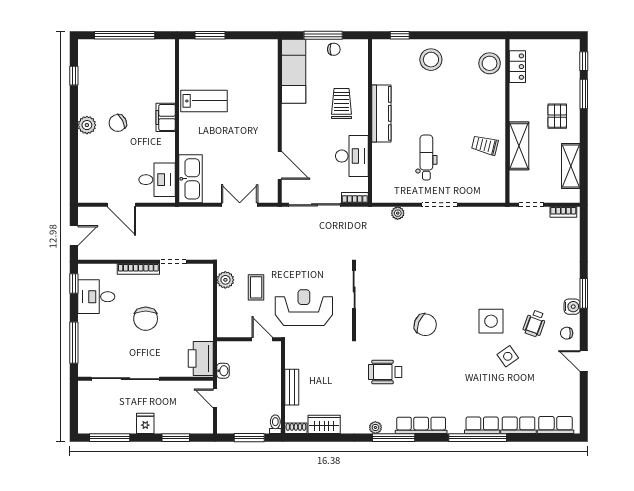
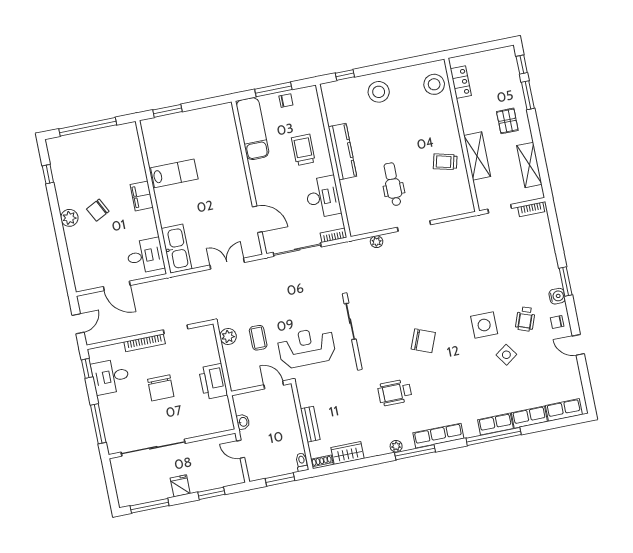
printer: (201, 358) -> (213, 382), moved

